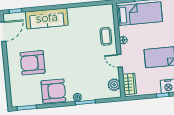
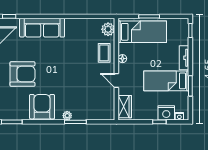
armchair: (33, 63) -> (22, 74), turned 180
plant: (114, 85) -> (108, 29), moved
armchair: (53, 91) -> (42, 107), turned -90

